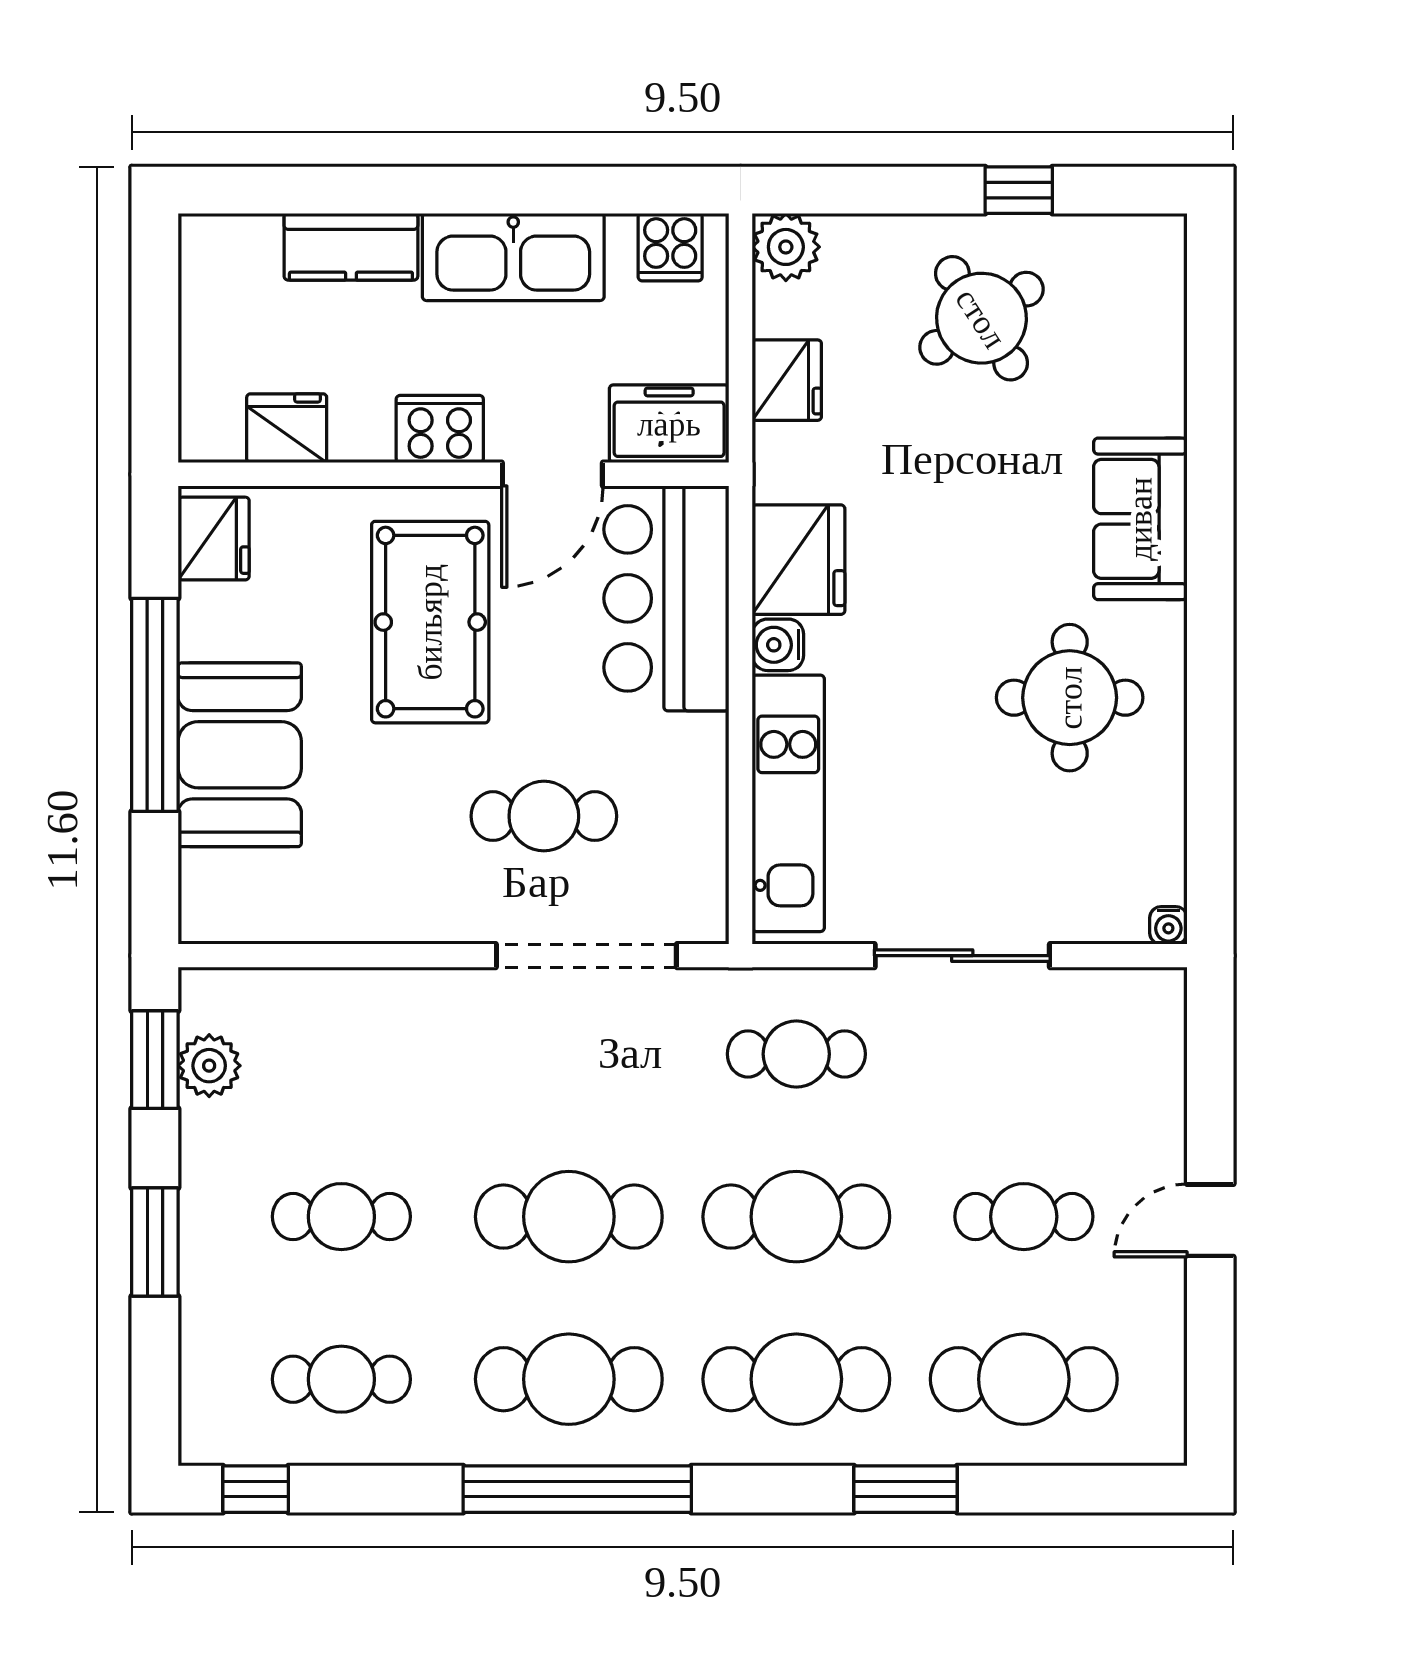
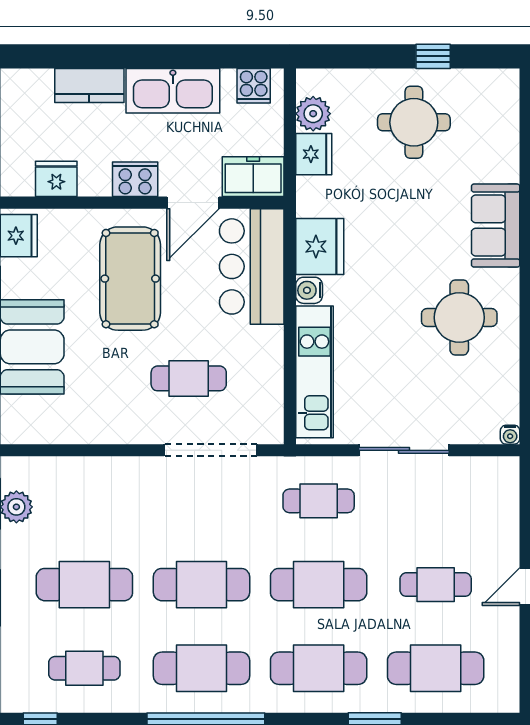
plant: (786, 247) -> (313, 114), moved
round table: (981, 318) -> (414, 122), turned 33
cafe table: (341, 1217) -> (84, 585), width x1.37, depth x1.35

